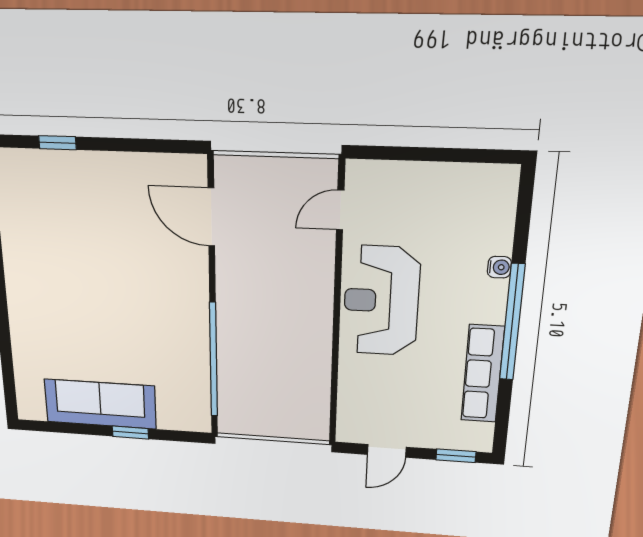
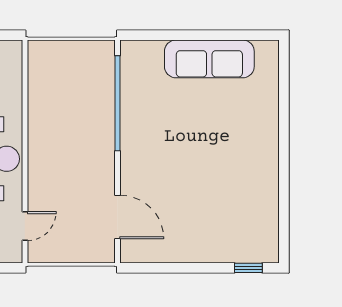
window: (57, 143) -> (248, 268), moved
window: (130, 432) -> (186, 35), removed

